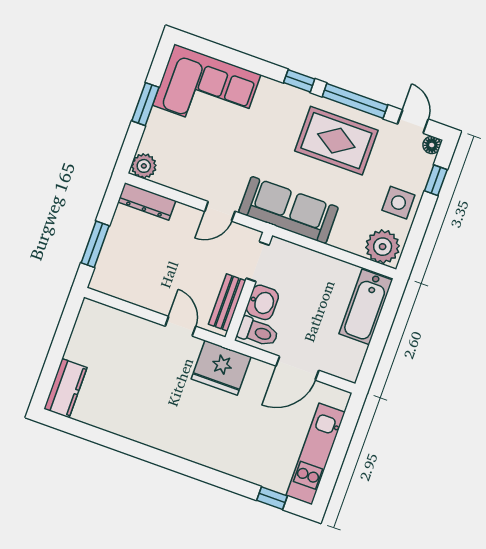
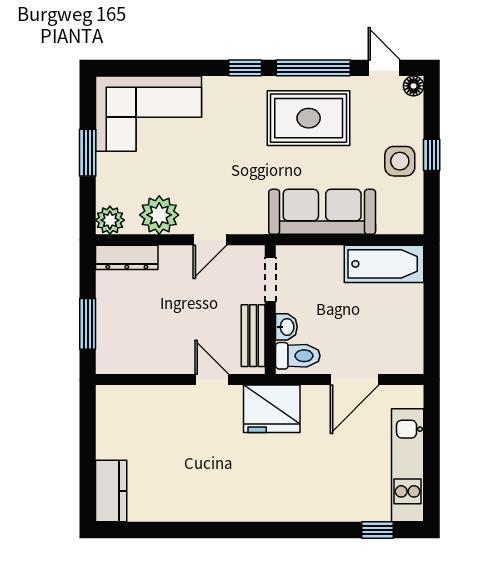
window: (436, 180) -> (432, 155), moved
sofa: (288, 210) -> (322, 212), moved
plant: (383, 247) -> (159, 215), moved
washbasin: (262, 302) -> (286, 327), width x0.72, depth x0.69
bathtub: (366, 307) -> (384, 264), moved, turned -90

